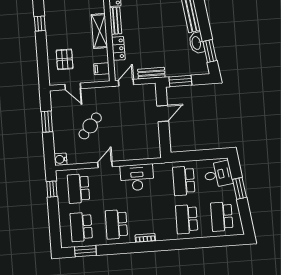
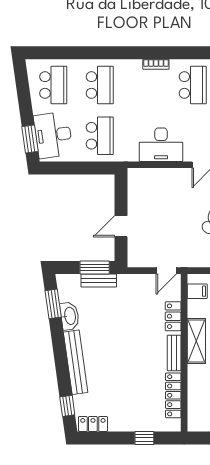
bench: (151, 73) -> (99, 280), moved
desk: (218, 174) -> (53, 135), width x1.37
window: (239, 188) -> (30, 139), moved

